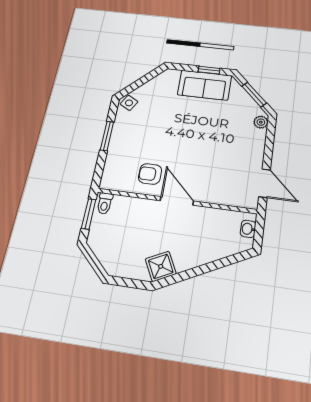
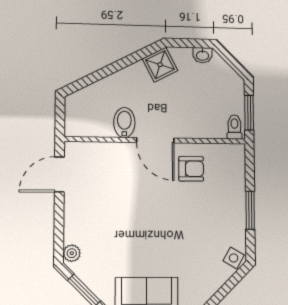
door: (265, 183) -> (59, 174), hinge flipped
bidet: (202, 219) -> (124, 123), added
washbasin: (248, 229) -> (203, 55), moved, turned 90

